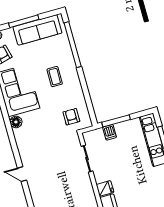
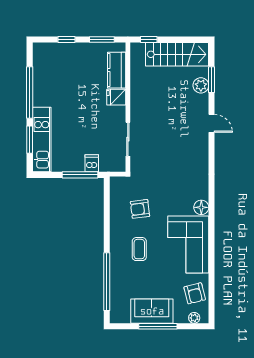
sofa: (37, 30) -> (152, 311), width x0.73
armchair: (71, 117) -> (140, 209), moved, turned 83
door: (22, 174) -> (212, 123), moved

